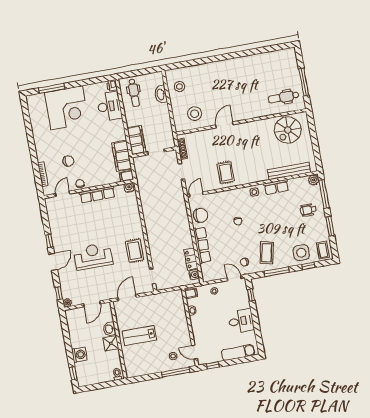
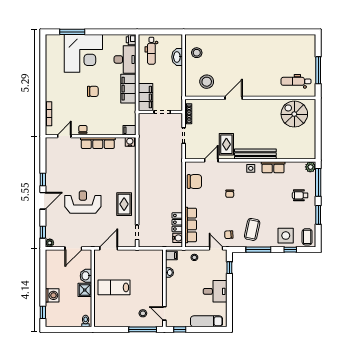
spiral stairs: (288, 130) -> (294, 114), turned 90
filing cabinet: (122, 156) -> (128, 89), moved
chair: (68, 161) -> (93, 91), moved
bench: (289, 171) -> (255, 154), moved
door: (196, 194) -> (211, 160), moved
row of seats: (202, 245) -> (191, 225), moved

